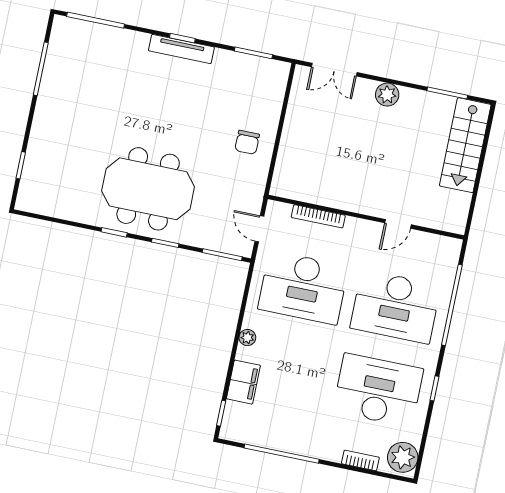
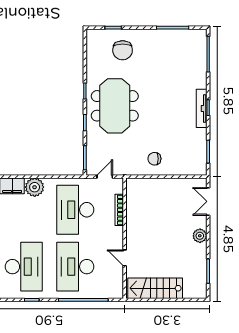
stairs: (465, 145) -> (155, 288), moved
chair: (61, 158) -> (123, 50), added
plant: (247, 338) -> (35, 187), width x1.87, depth x1.87

